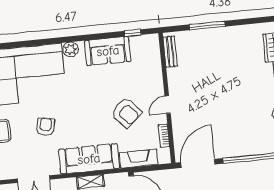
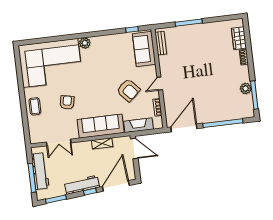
sofa: (108, 51) -> (144, 49), moved, turned 90

